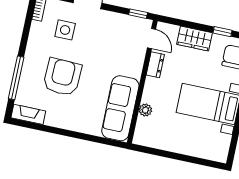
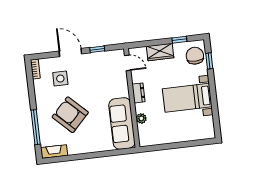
window: (138, 14) -> (97, 49), moved
dresser: (155, 65) -> (139, 93), moved
armchair: (62, 77) -> (70, 115), turned -48

